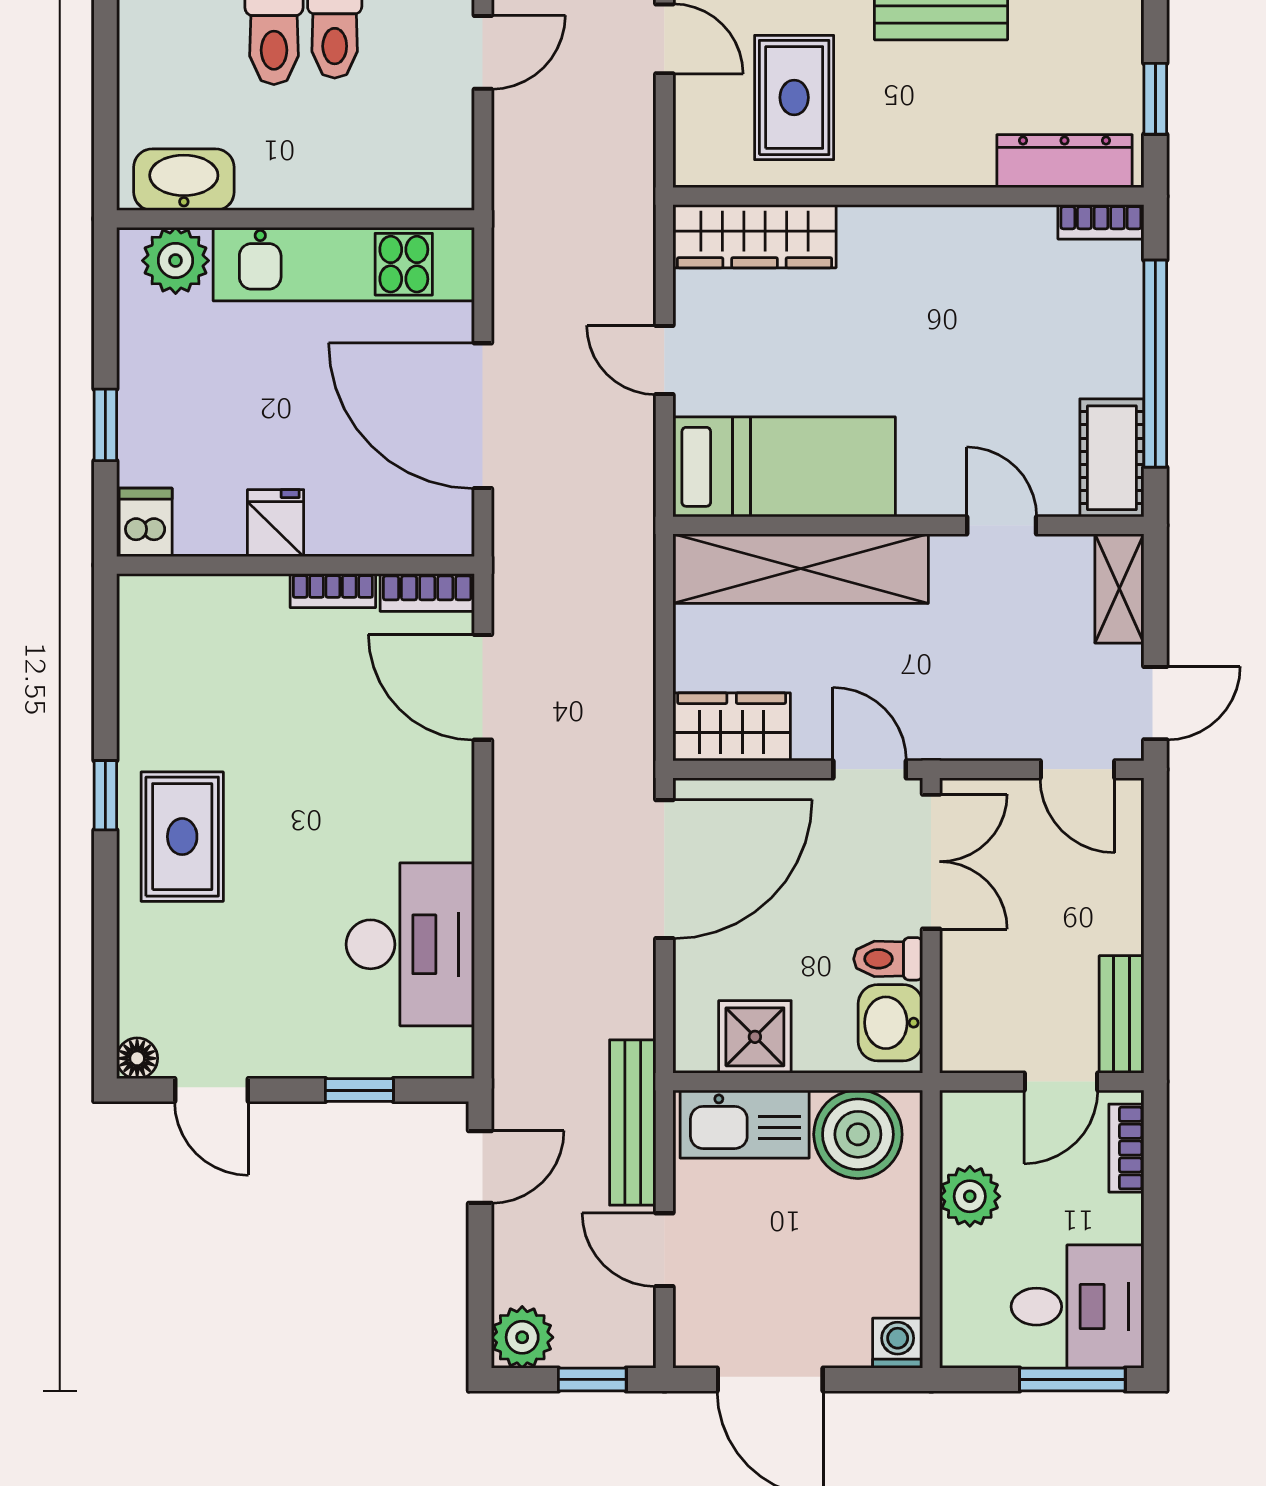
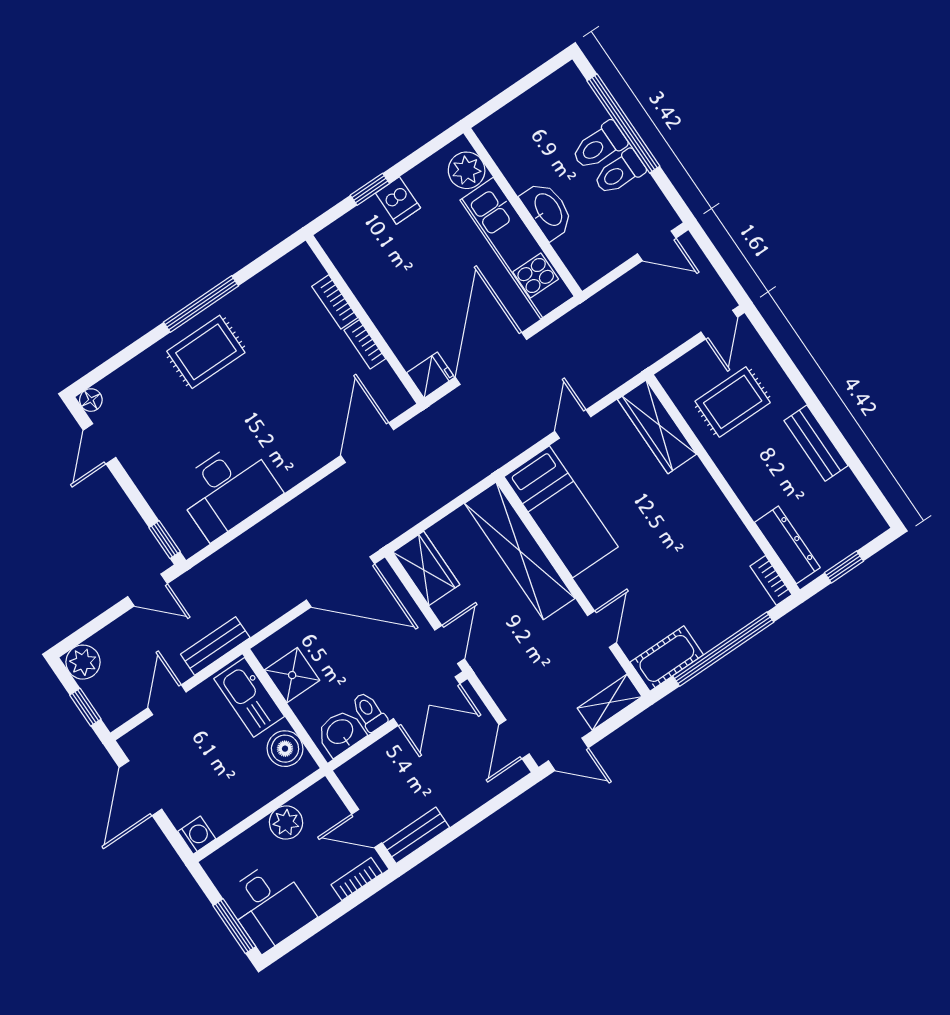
washbasin: (184, 180) -> (548, 210), moved
dishwasher: (146, 522) -> (398, 200), moved, turned 90
fridge: (276, 523) -> (431, 375), moved
bookcase: (427, 592) -> (335, 302), moved
window: (105, 795) -> (201, 304), width x2.17
window: (359, 1090) -> (165, 540), moved
bench: (633, 1122) -> (215, 646), width x0.73
boiler: (858, 1134) -> (285, 749), width x0.73, depth x0.73

